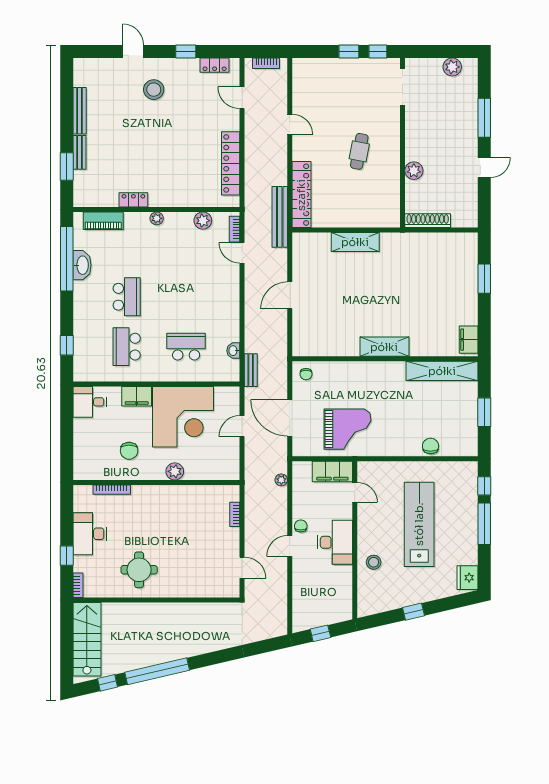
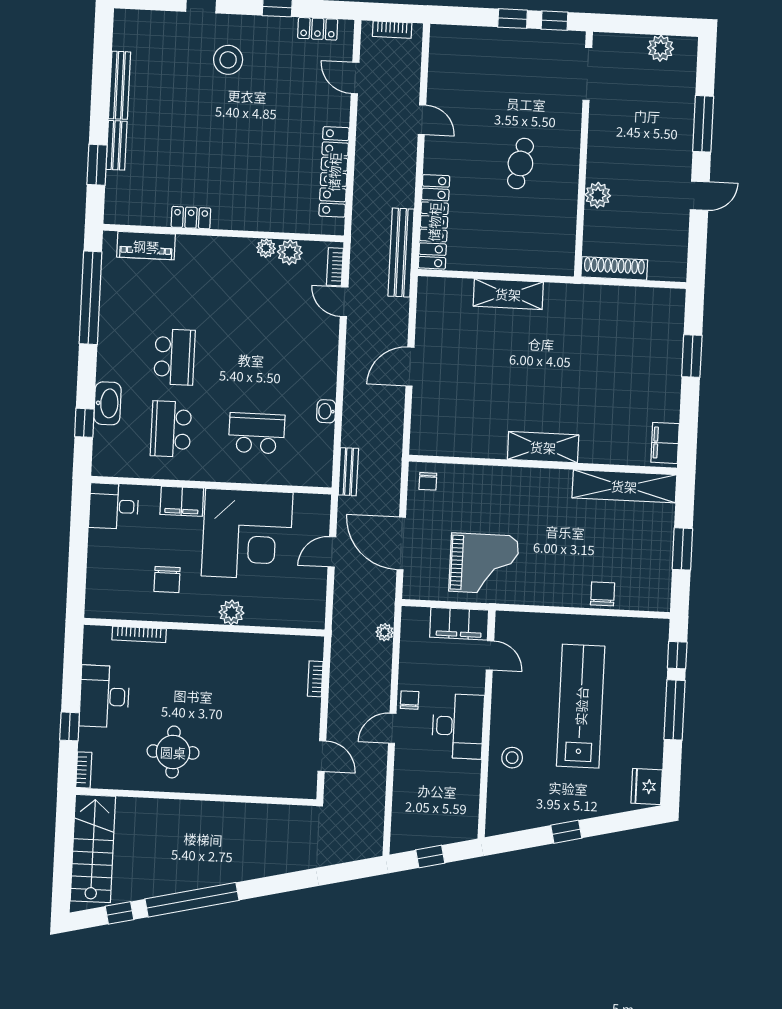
plant: (157, 218) -> (266, 248), moved
washbasin: (82, 265) -> (108, 403), moved
washbasin: (233, 351) -> (326, 411), moved

